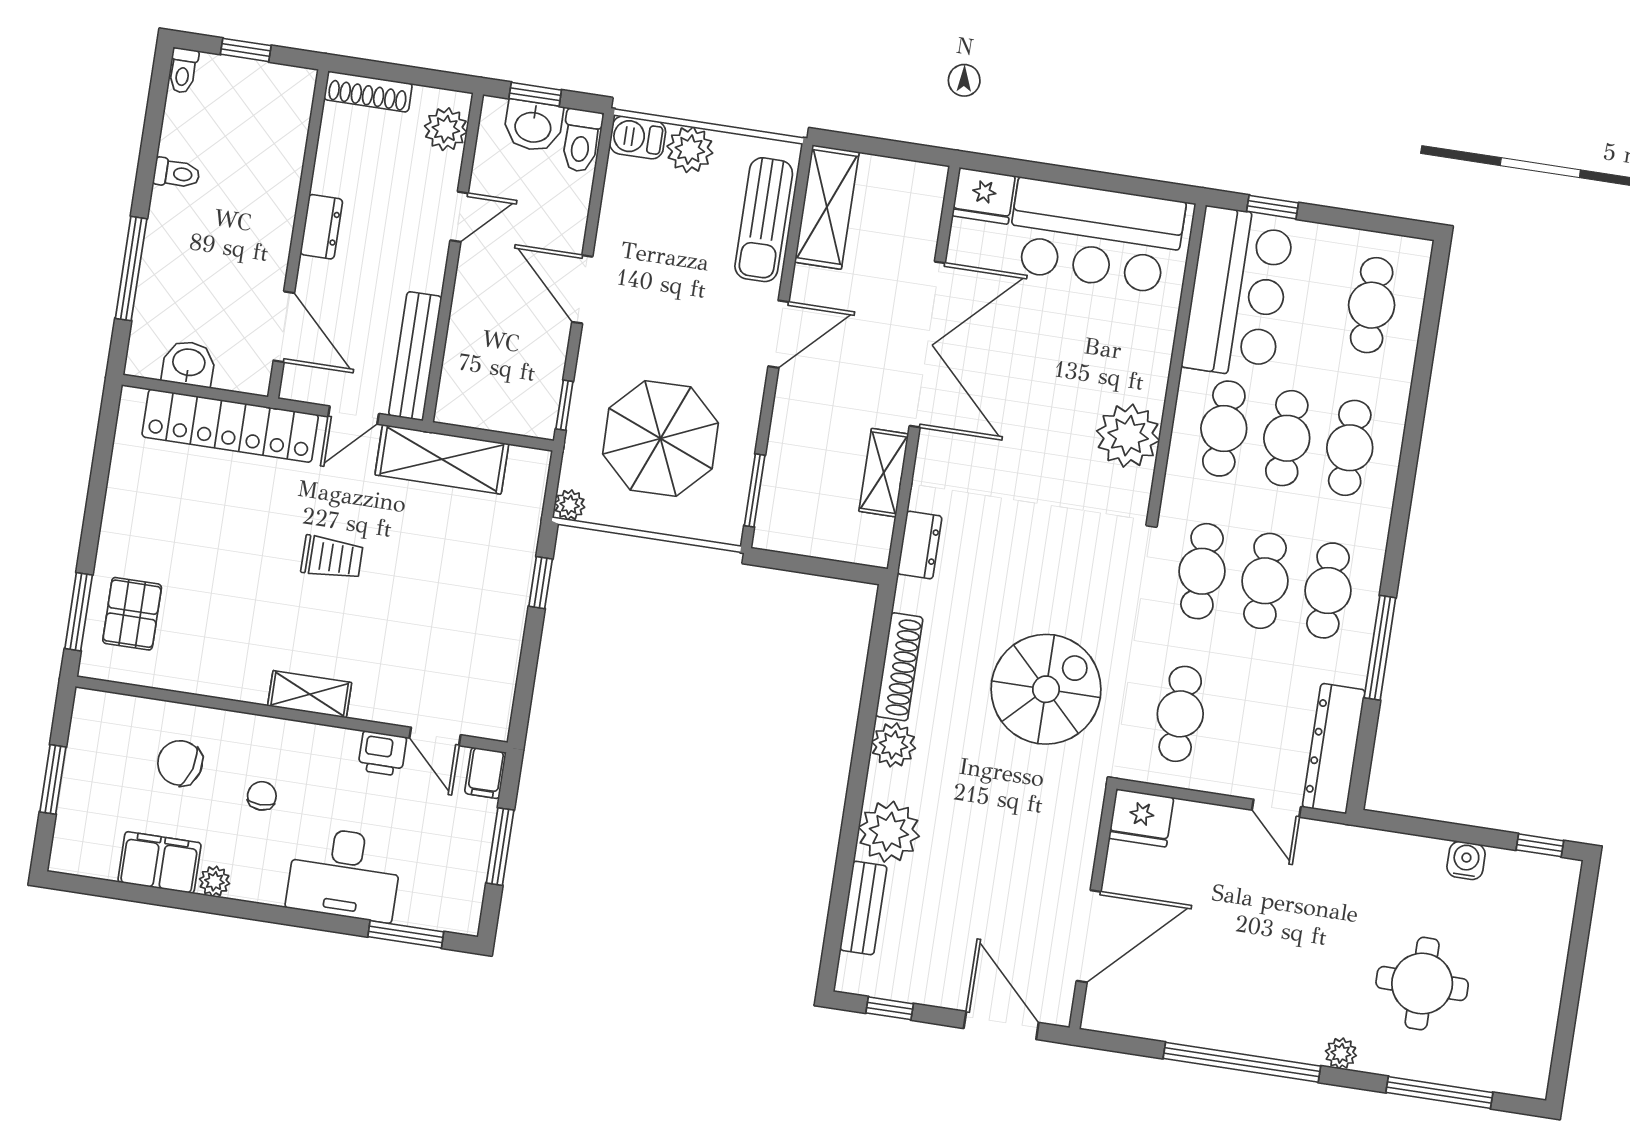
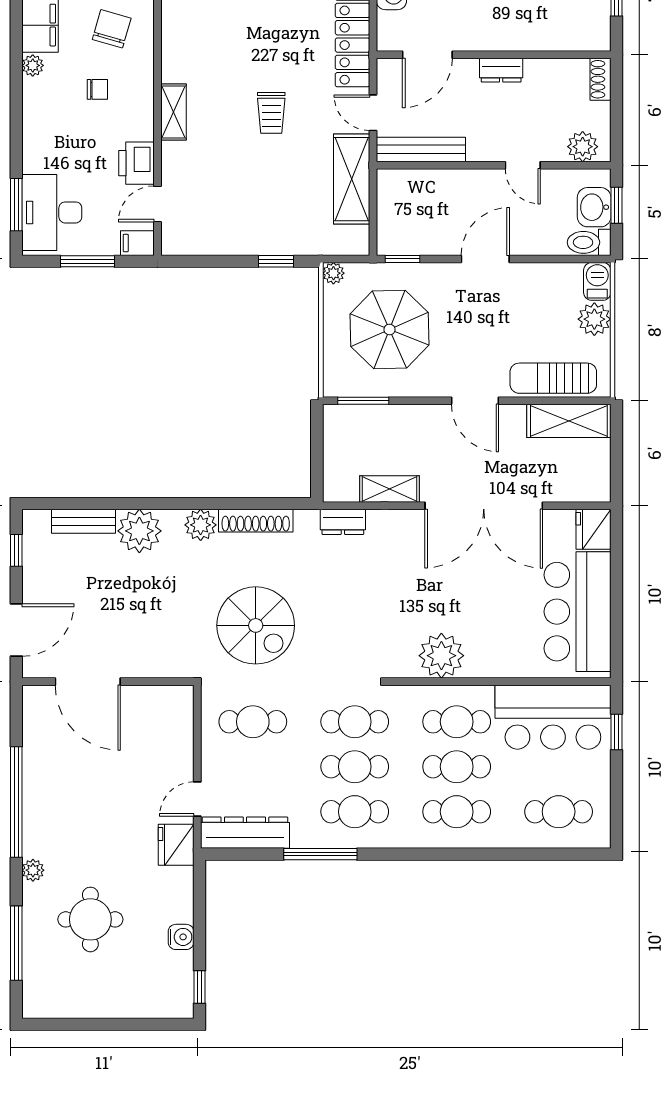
shoe rack: (368, 92) -> (601, 79), width x0.70
printer: (382, 753) -> (137, 163), width x1.36, depth x1.24
fridge: (1141, 818) -> (176, 845), moved
desk: (344, 874) -> (52, 212), moved

